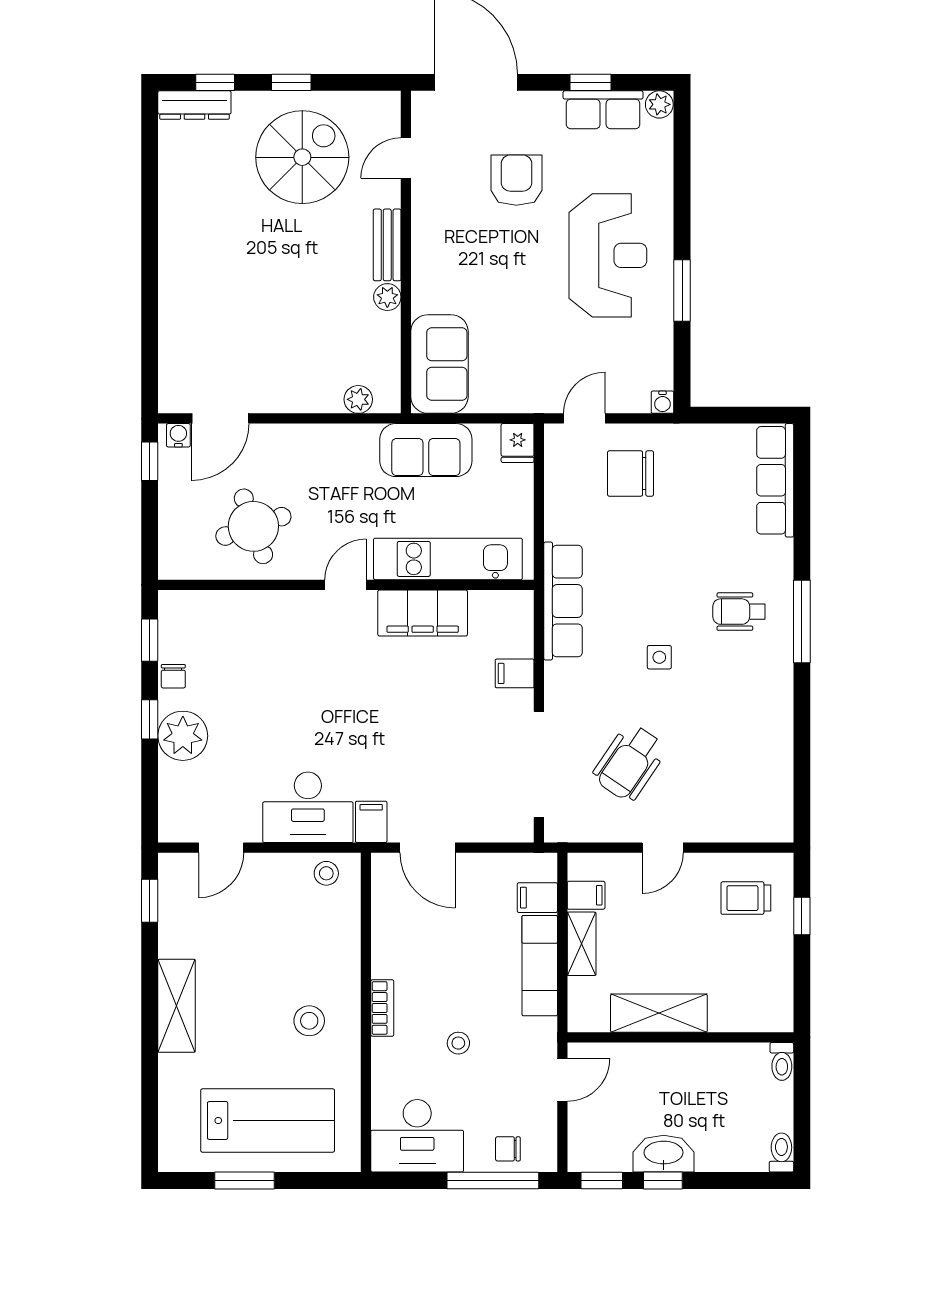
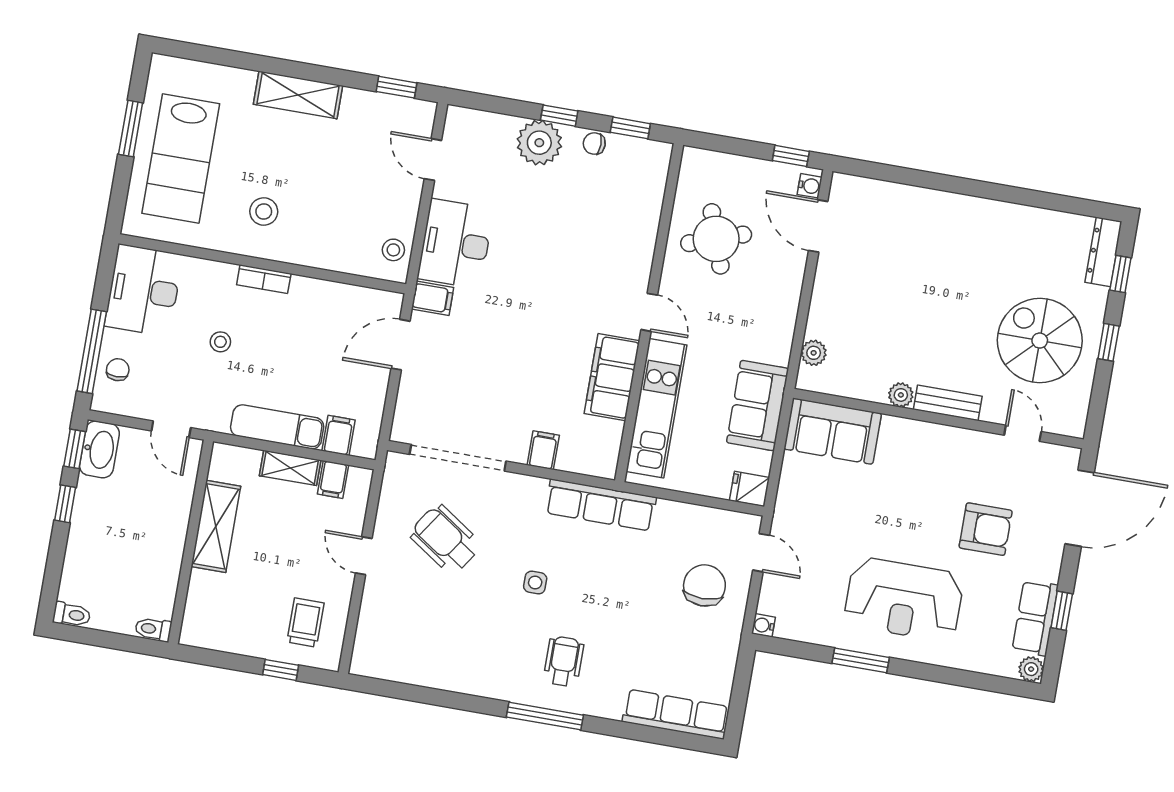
spiral stairs: (302, 157) -> (1040, 341), turned 180
washbasin: (664, 1154) -> (99, 449), moved

